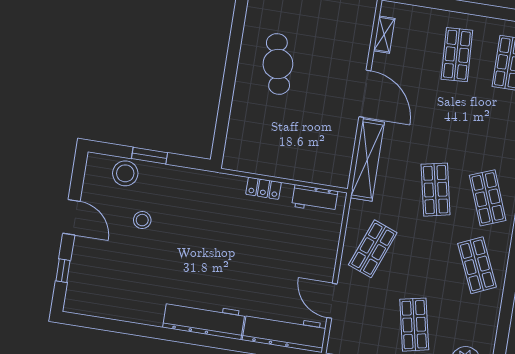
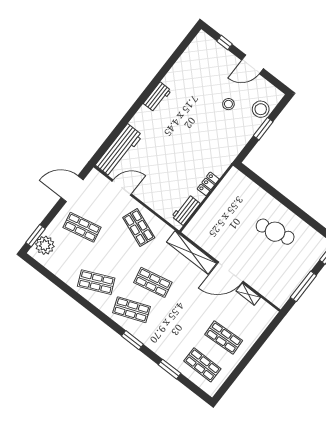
shelving: (384, 35) -> (248, 294), moved
workbench: (204, 320) -> (157, 97), width x0.53, depth x0.76

